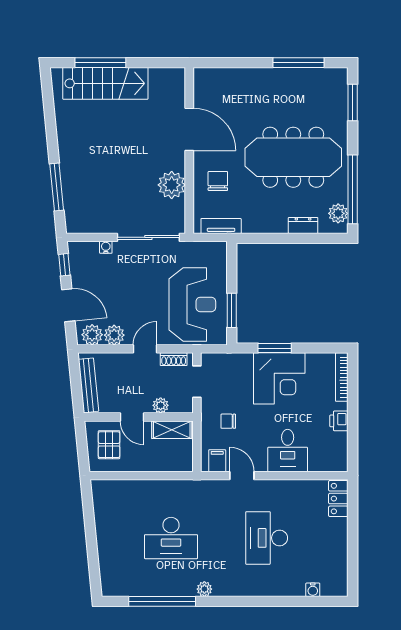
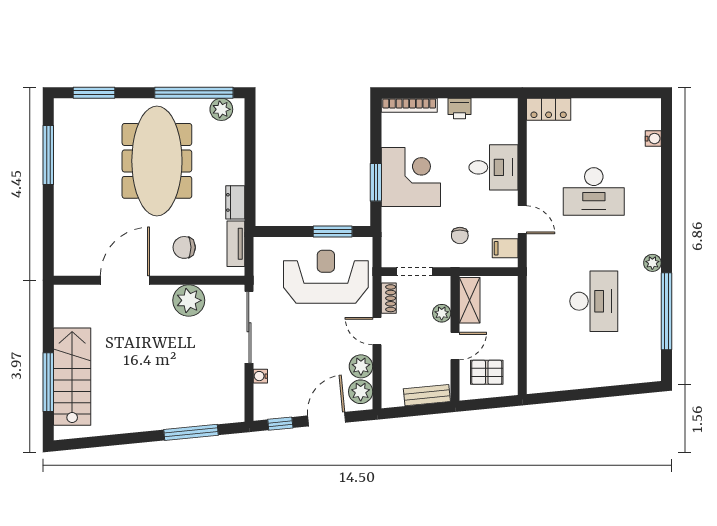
dresser: (303, 225) -> (235, 202), moved
bench: (88, 385) -> (427, 395), width x0.73
door: (242, 476) -> (522, 220), swing flipped

